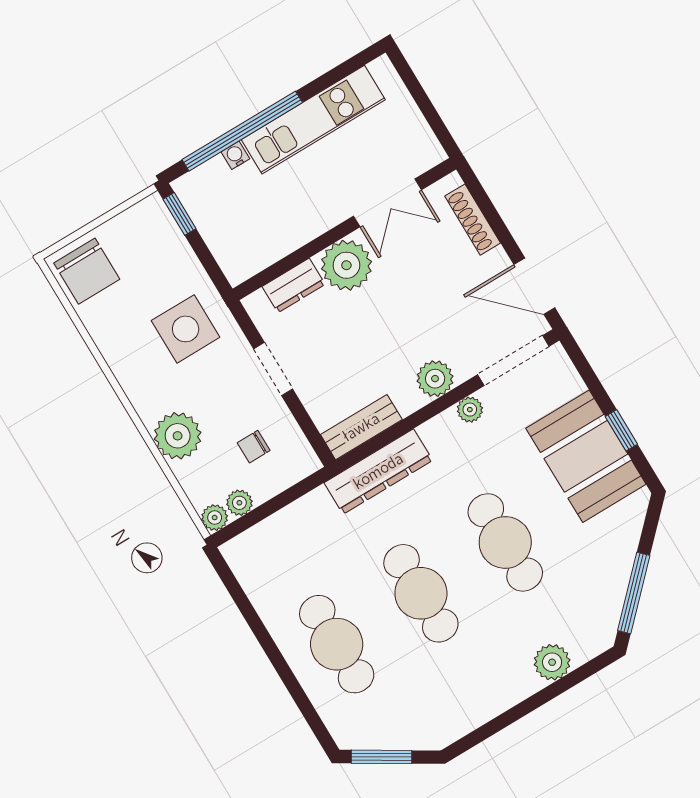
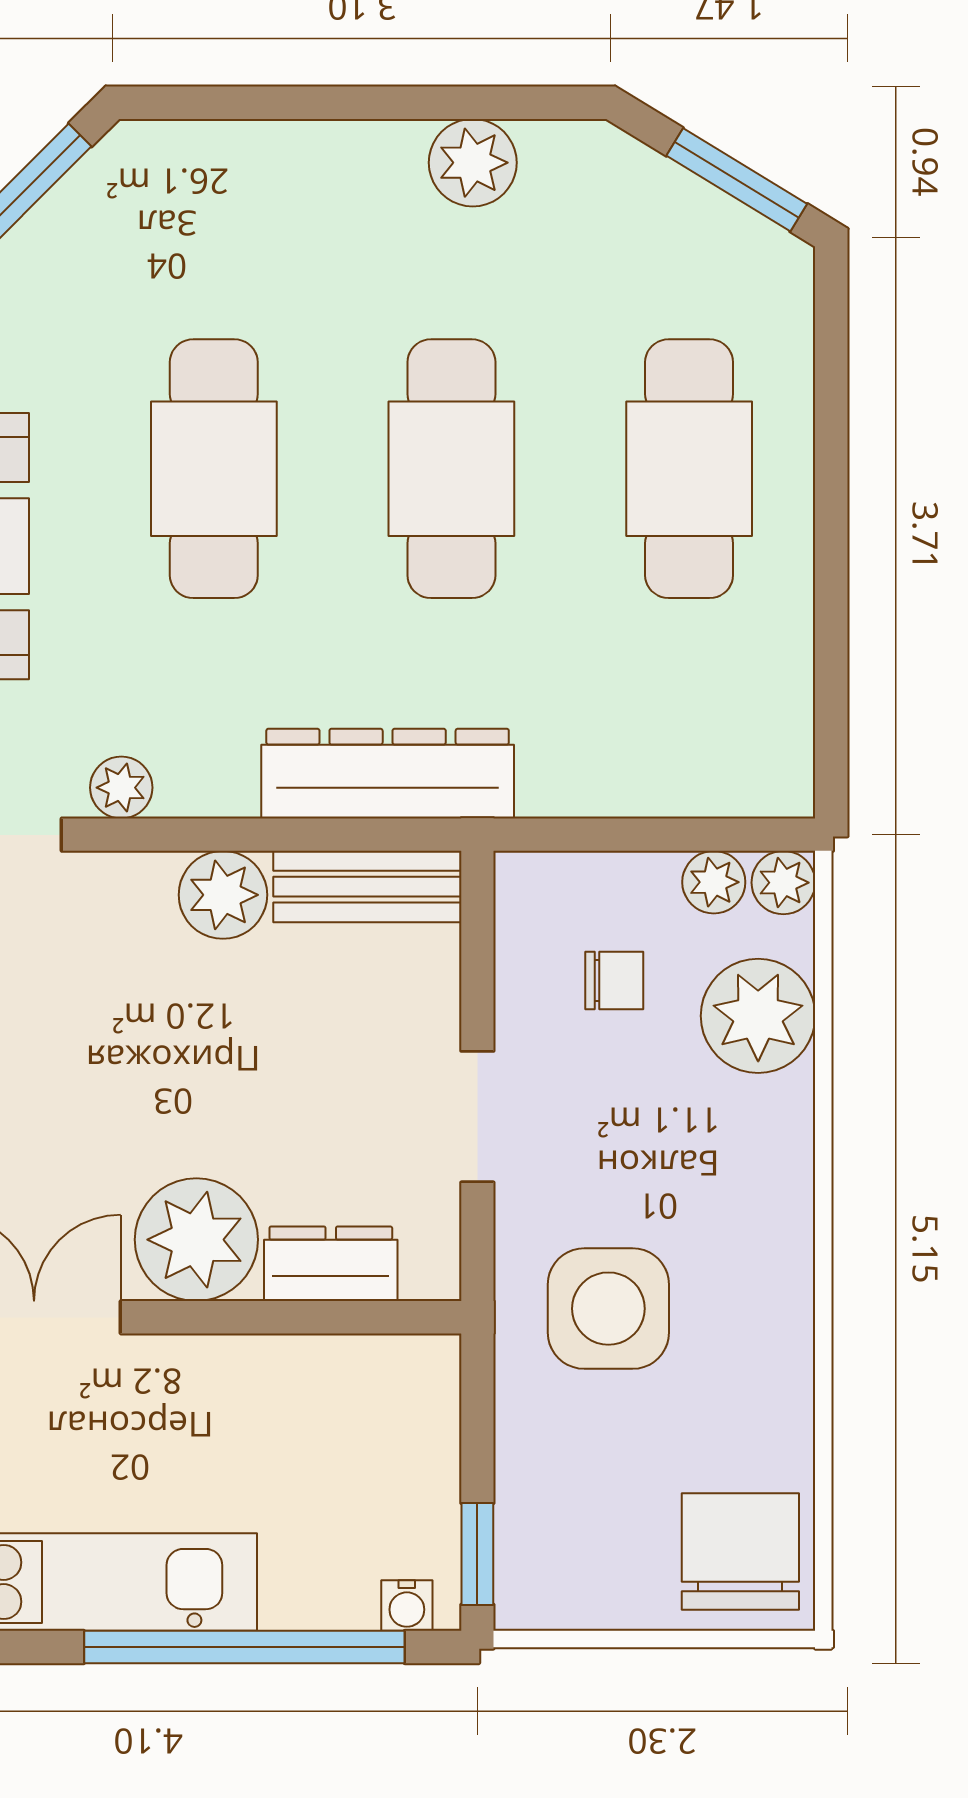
water cooler: (235, 155) -> (407, 1605), moved
plant: (435, 379) -> (223, 895), moved
plant: (178, 436) -> (758, 1016), moved
plant: (552, 662) -> (473, 163), moved

